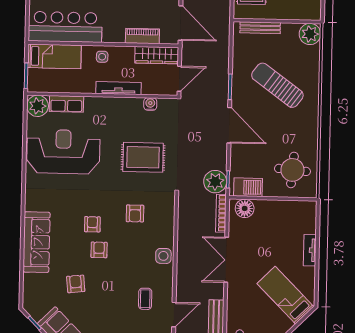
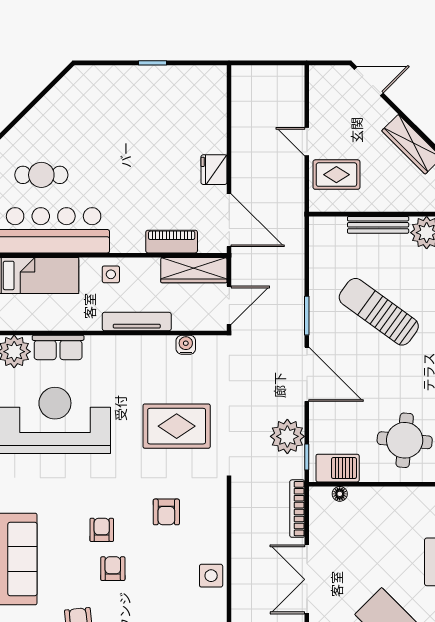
bench: (260, 28) -> (378, 225), moved
plant: (215, 182) -> (287, 436), moved
floor lamp: (245, 208) -> (340, 494), width x0.53, depth x0.53

